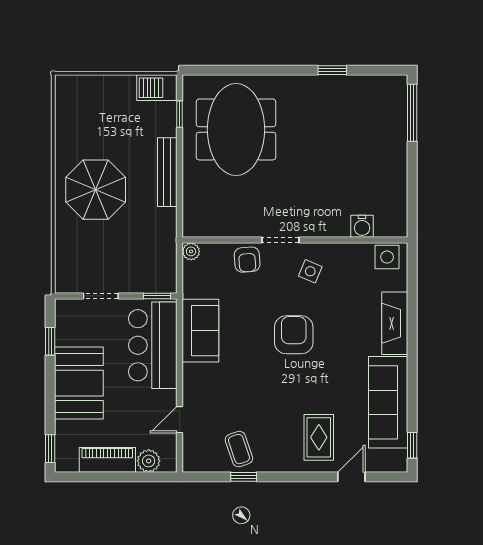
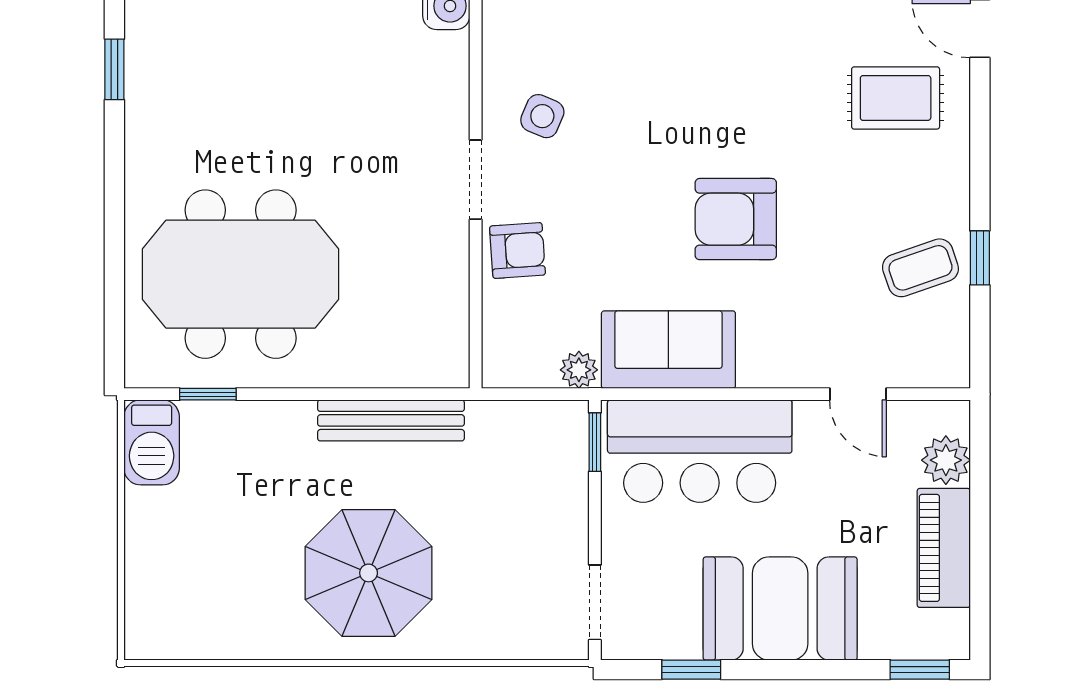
bench: (167, 172) -> (391, 420), moved
plant: (191, 251) -> (579, 370), moved
doorway: (101, 296) -> (595, 602), moved
armchair: (294, 335) -> (736, 219), moved

